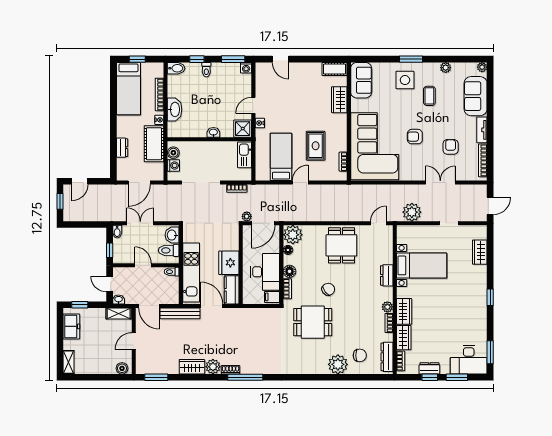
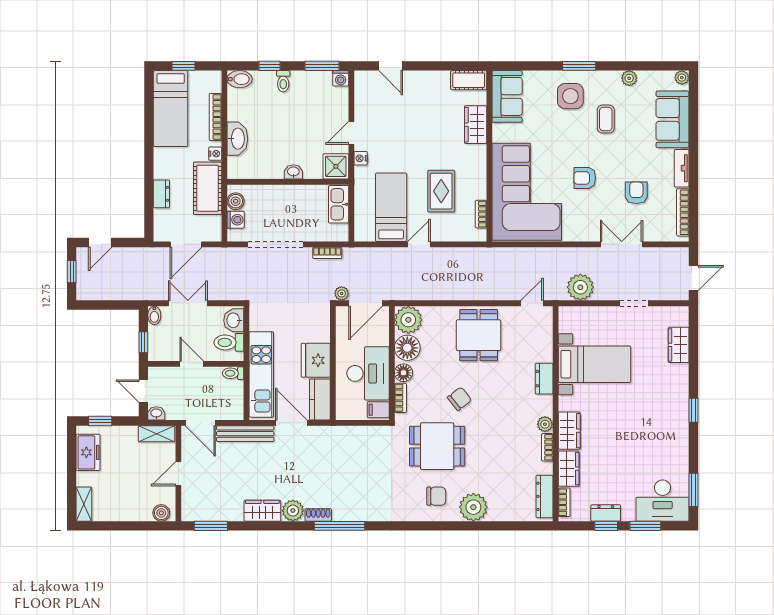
floor lamp: (288, 250) -> (407, 348), width x1.89, depth x1.89
chair: (360, 355) -> (436, 496), moved

